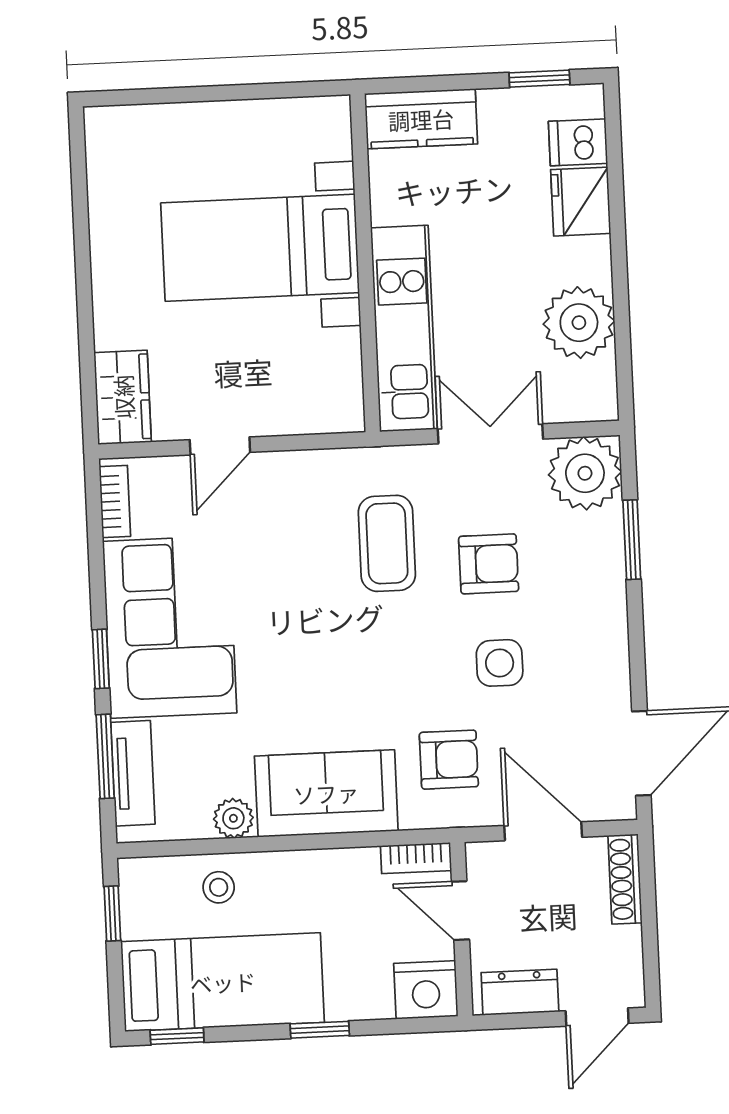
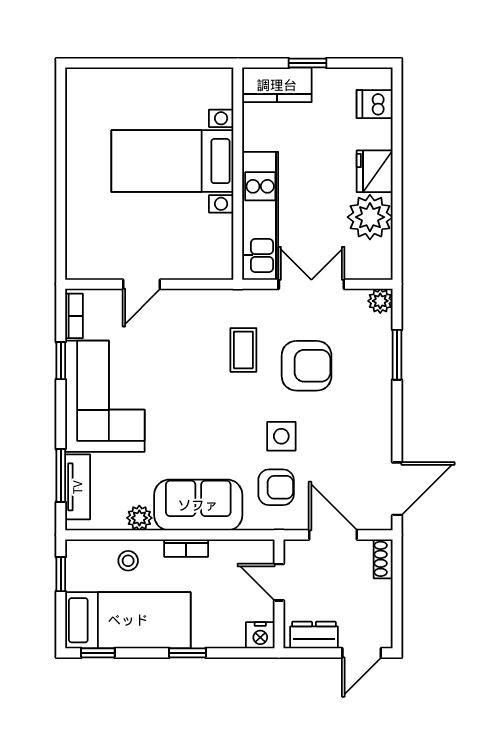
window: (539, 79) -> (307, 63), moved
fridge: (581, 202) -> (375, 171), moved
wardrobe: (123, 397) -> (82, 251), removed
plant: (585, 473) -> (380, 301), width x0.53, depth x0.53
coffee table: (387, 543) -> (243, 350), width x0.73, depth x0.77
armchair: (489, 564) -> (307, 366), width x1.38, depth x1.38
window: (101, 659) -> (61, 361), moved
side table: (500, 663) -> (281, 436), moved
bookcase: (416, 858) -> (186, 548), moved
shoe rack: (625, 879) -> (383, 559), width x0.70
nightstand: (426, 990) -> (260, 635), width x0.74, depth x0.75

